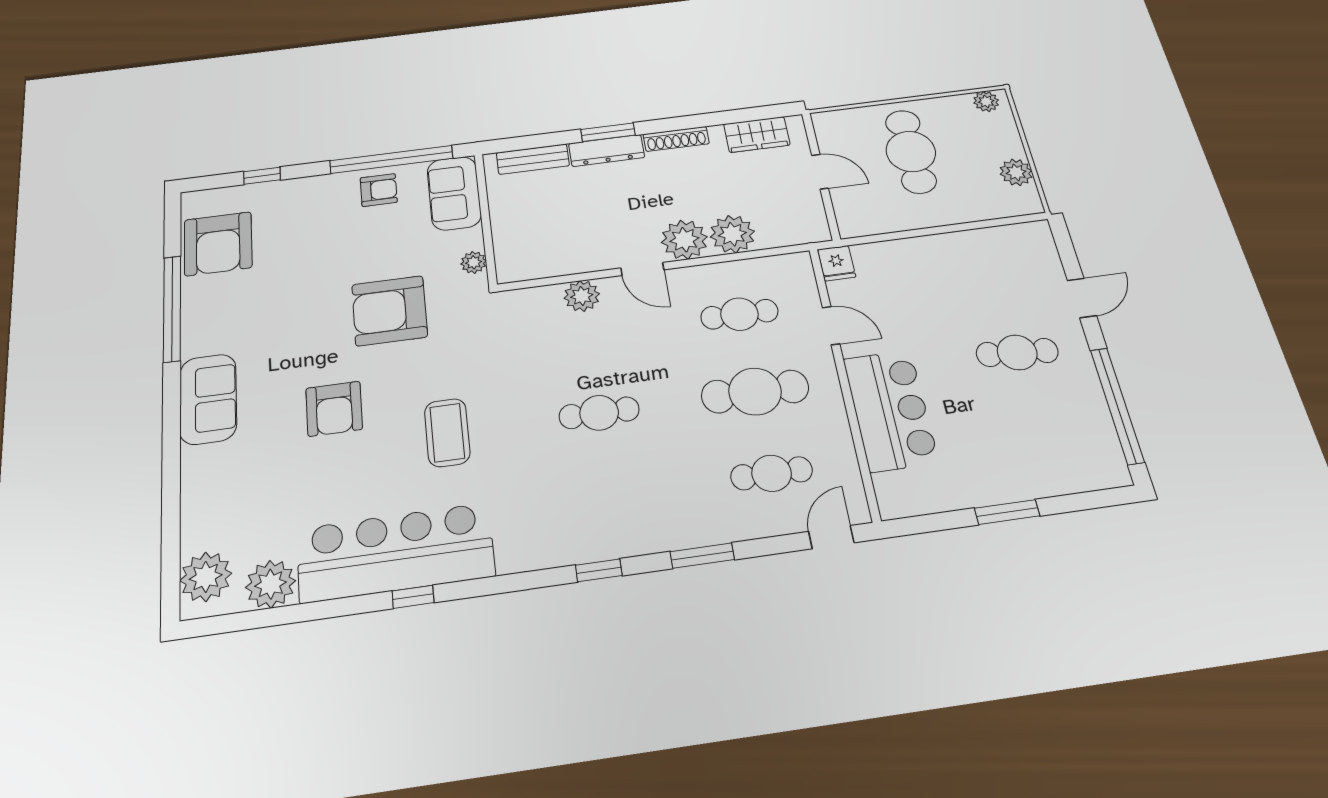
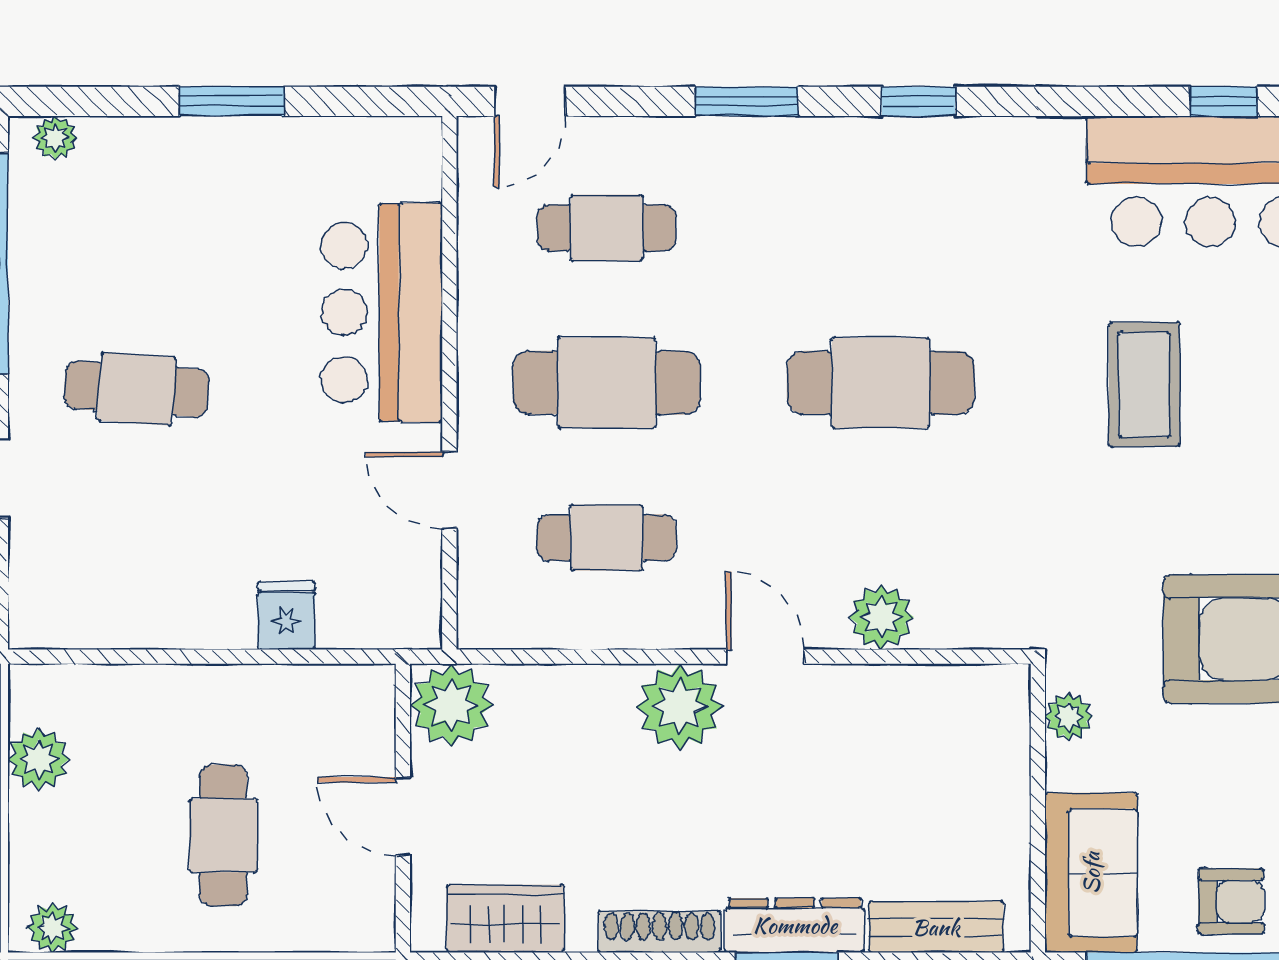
cafe table: (911, 152) -> (223, 835), width x0.73, depth x0.74
armchair: (379, 190) -> (1231, 901), turned 180
plant: (732, 234) -> (451, 705), moved
fridge: (837, 263) -> (286, 615), moved
cafe table: (599, 413) -> (881, 383), width x1.37, depth x1.35
plant: (1103, 477) -> (55, 138), added

